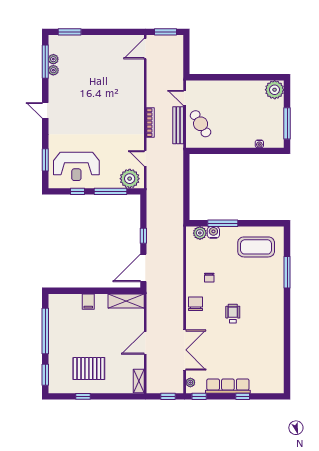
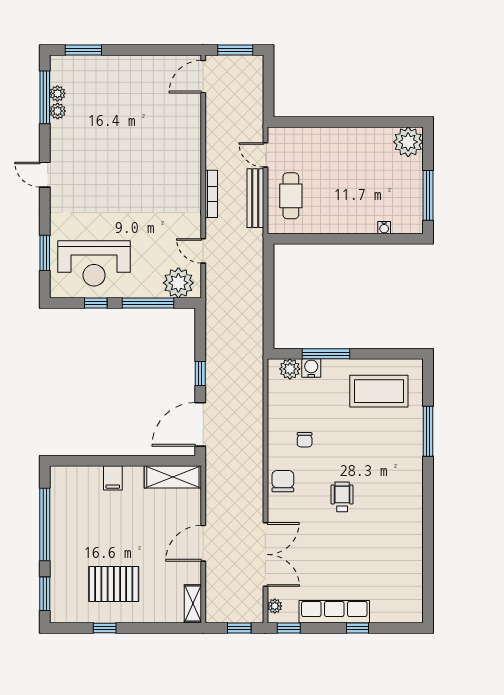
cafe table: (201, 124) -> (291, 196), turned 32

